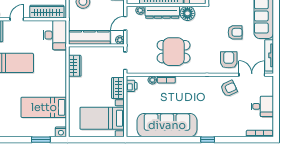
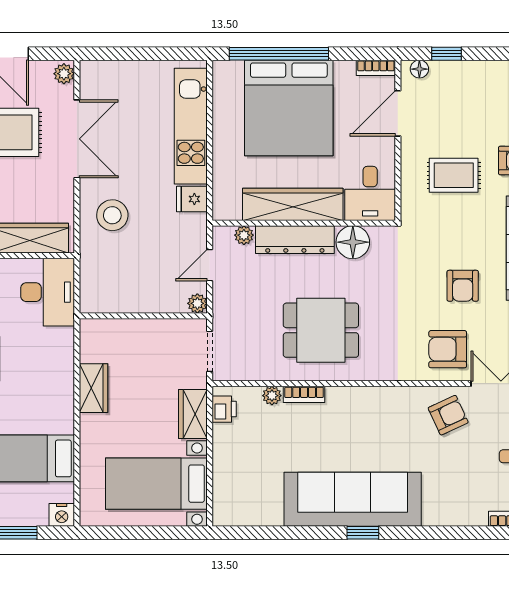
armchair: (235, 32) -> (463, 286), turned 90
kitchen counter: (89, 37) -> (127, 297), removed
armchair: (229, 60) -> (448, 349), turned -90
wardrobe: (75, 66) -> (93, 388), moved
sofa: (167, 125) -> (353, 499), moved
window: (208, 140) -> (363, 533), moved

